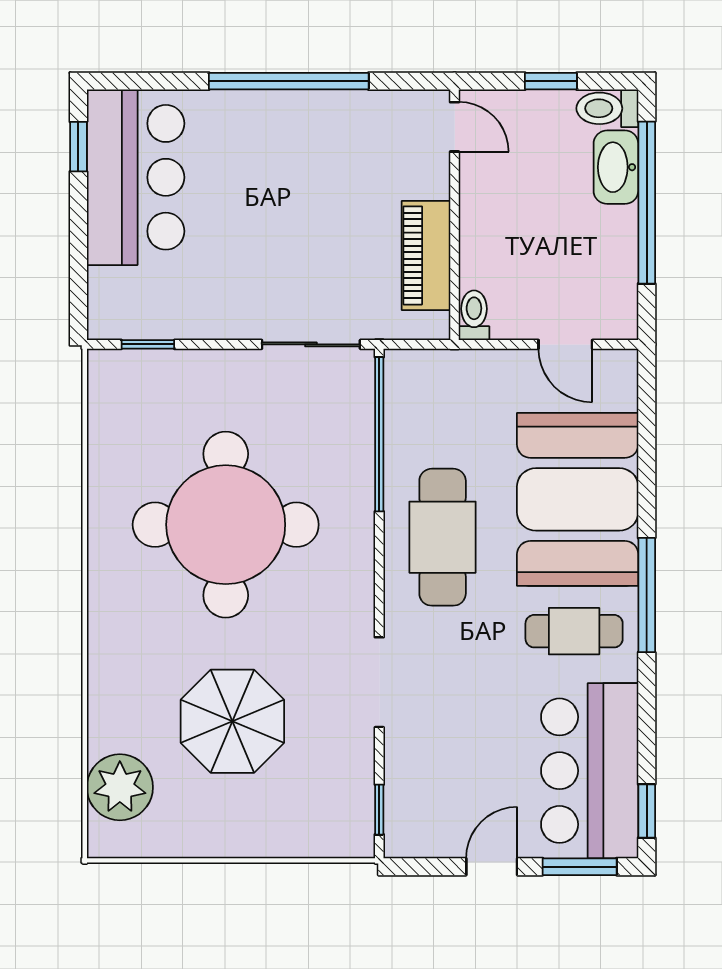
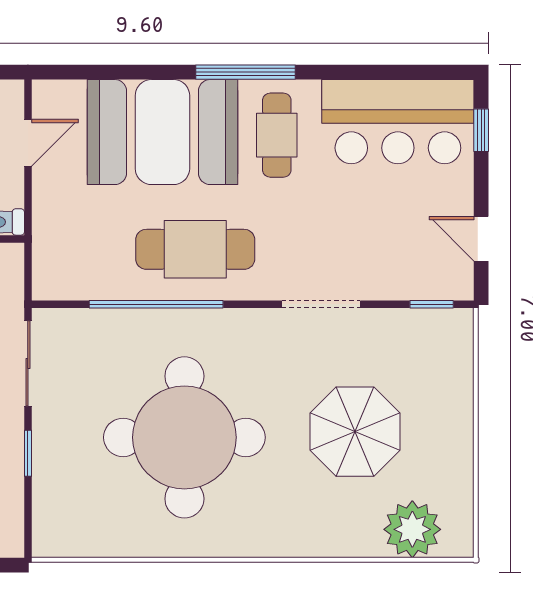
window: (148, 344) -> (28, 453), moved
window: (379, 434) -> (156, 304), moved
window: (647, 811) -> (433, 72), removed
door: (492, 867) -> (481, 239), moved
window: (580, 867) -> (481, 130), width x0.67

